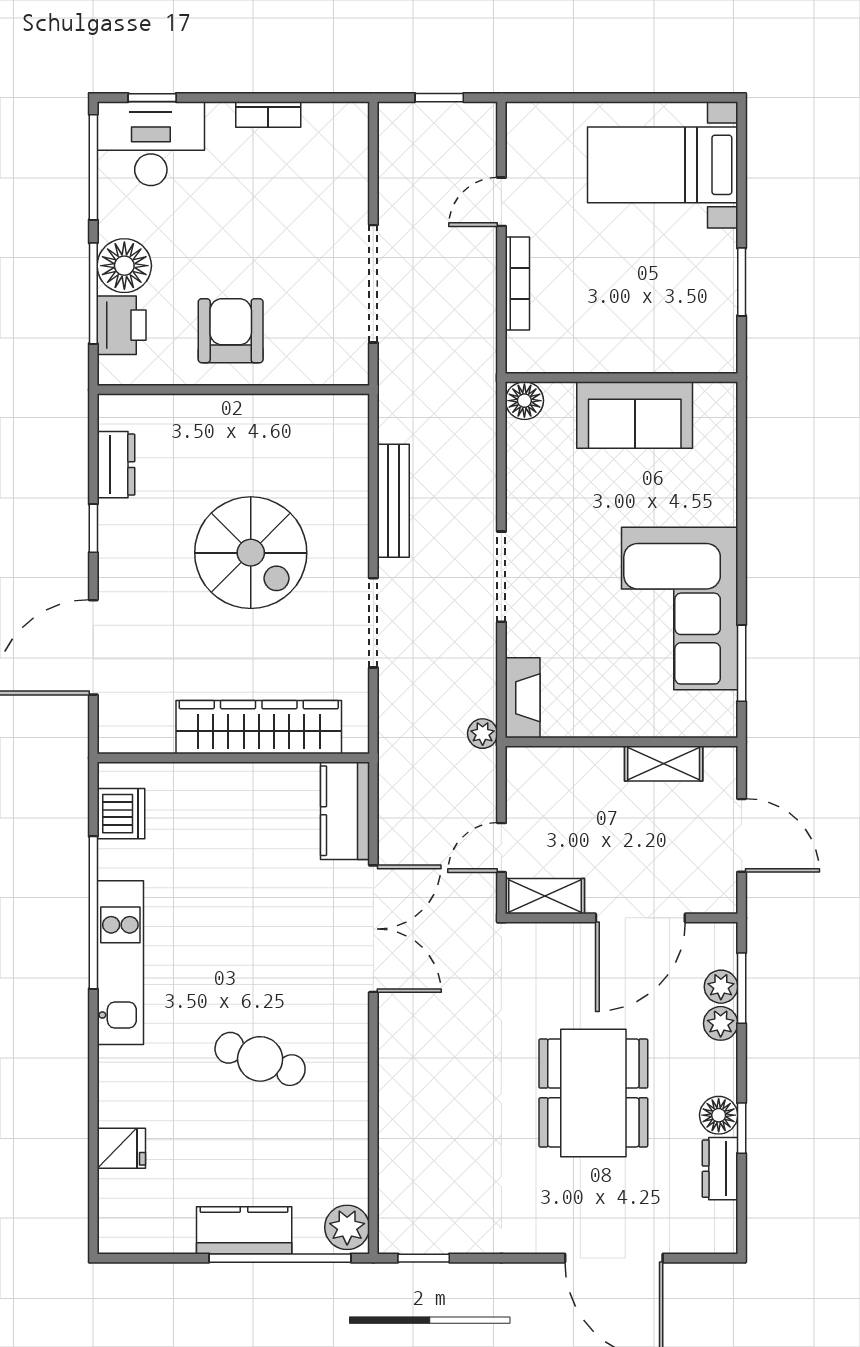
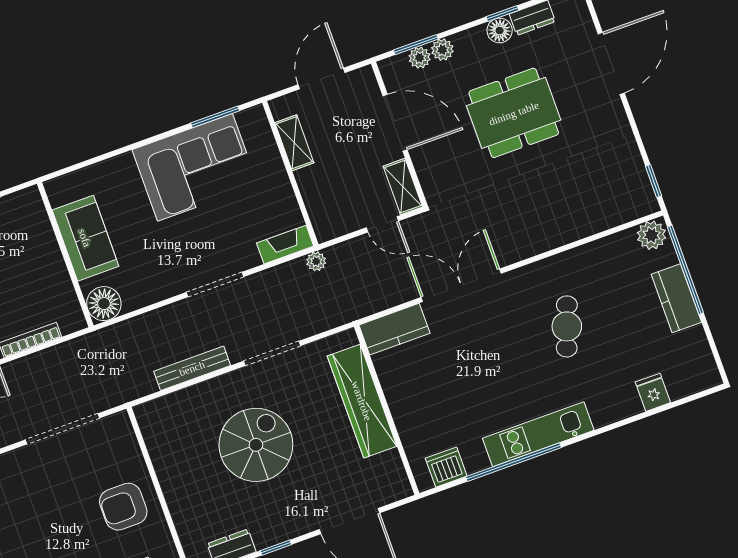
floor lamp: (524, 401) -> (104, 304), width x1.38, depth x1.38

